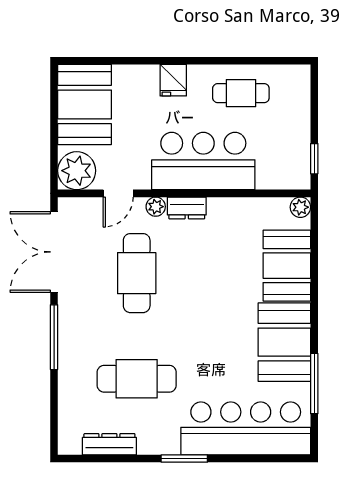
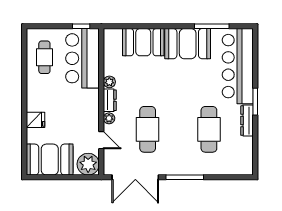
fridge: (173, 80) -> (36, 120), moved
cafe table: (241, 93) -> (44, 57), moved
bar counter: (203, 161) -> (83, 58), moved
plant: (300, 207) -> (109, 82), moved
cafe table: (137, 273) -> (148, 129), turned 90
dresser: (109, 444) -> (247, 121), moved

